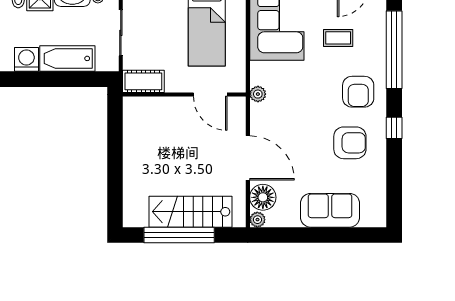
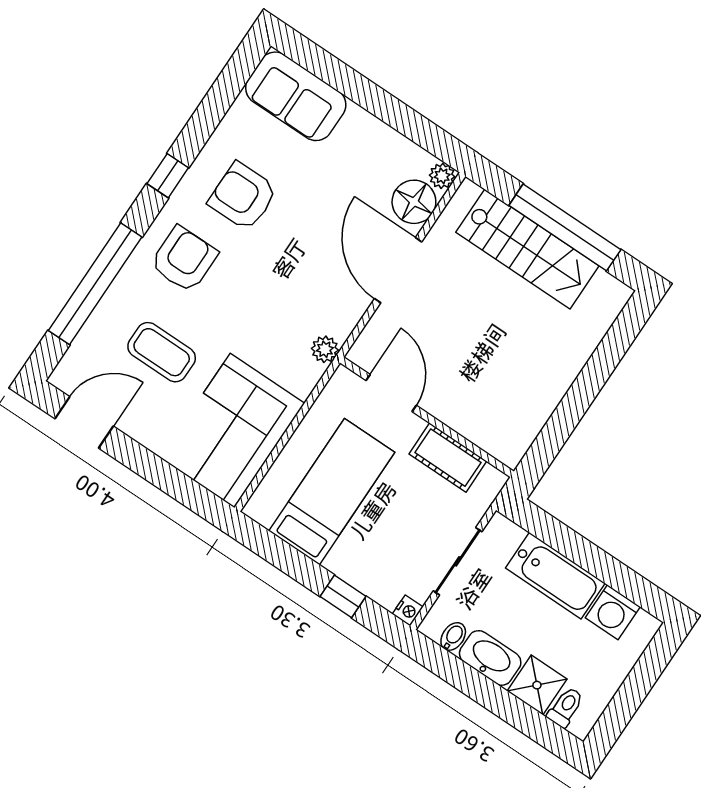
coffee table: (338, 38) -> (162, 352), width x1.36, depth x1.30
cot: (143, 81) -> (448, 458), moved
sofa: (330, 210) -> (296, 96), moved

